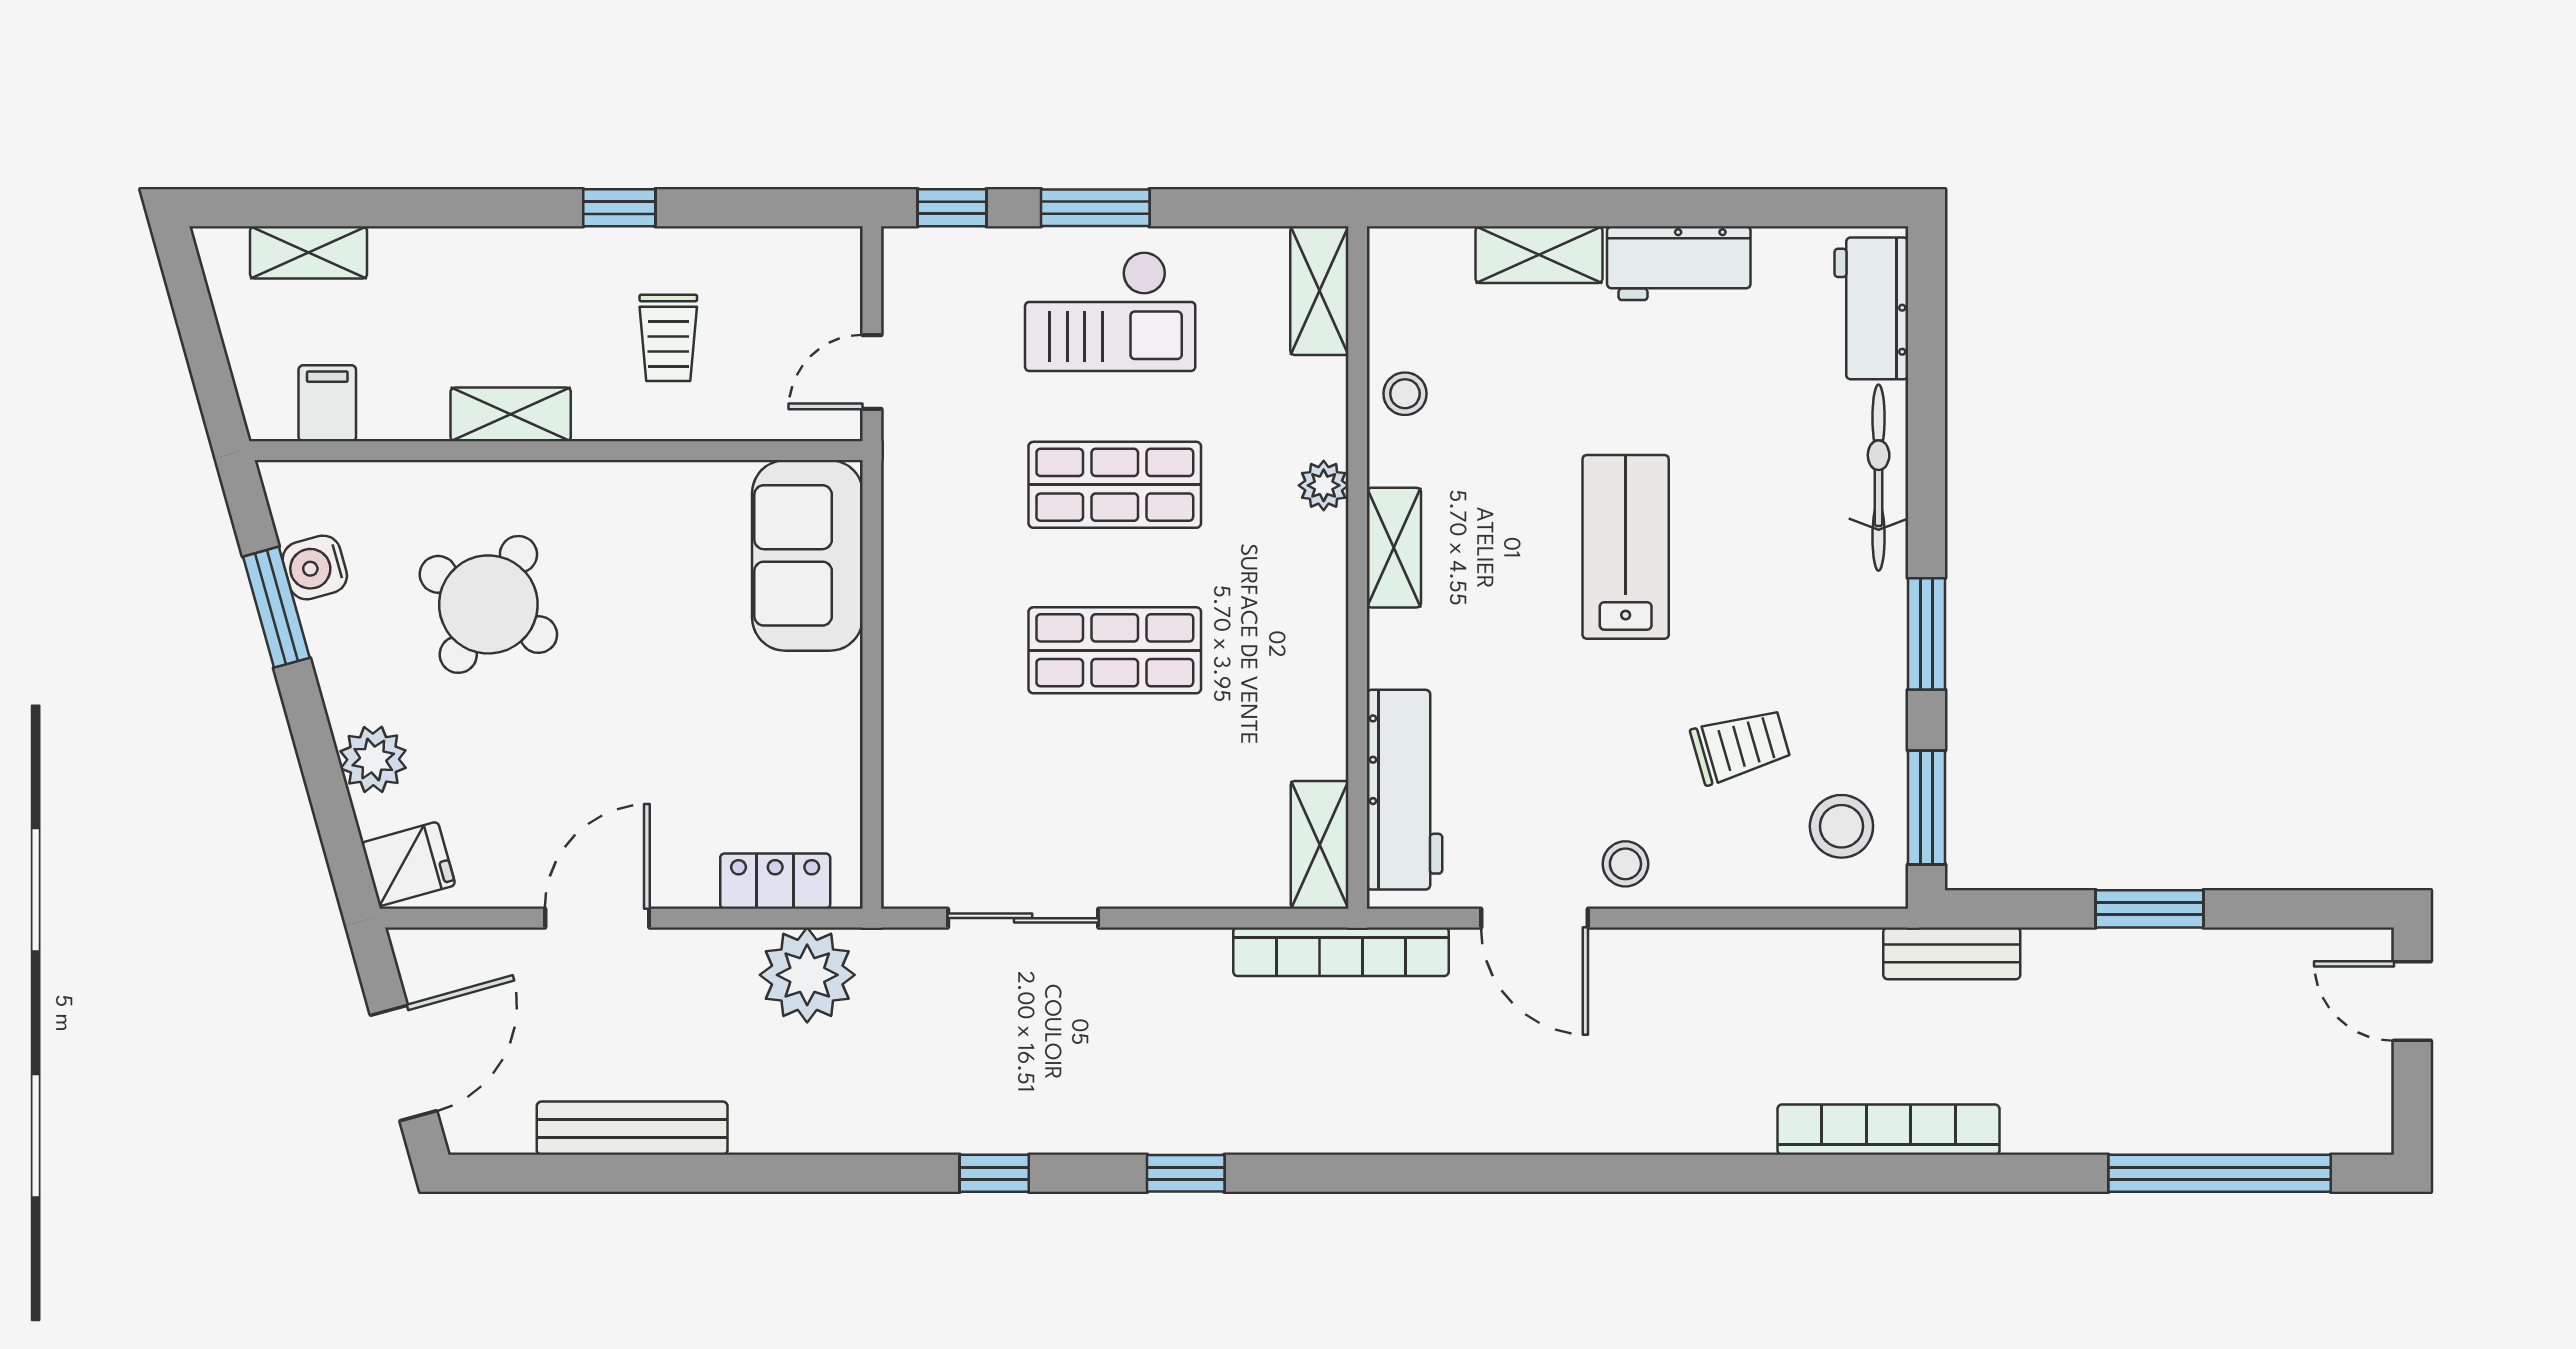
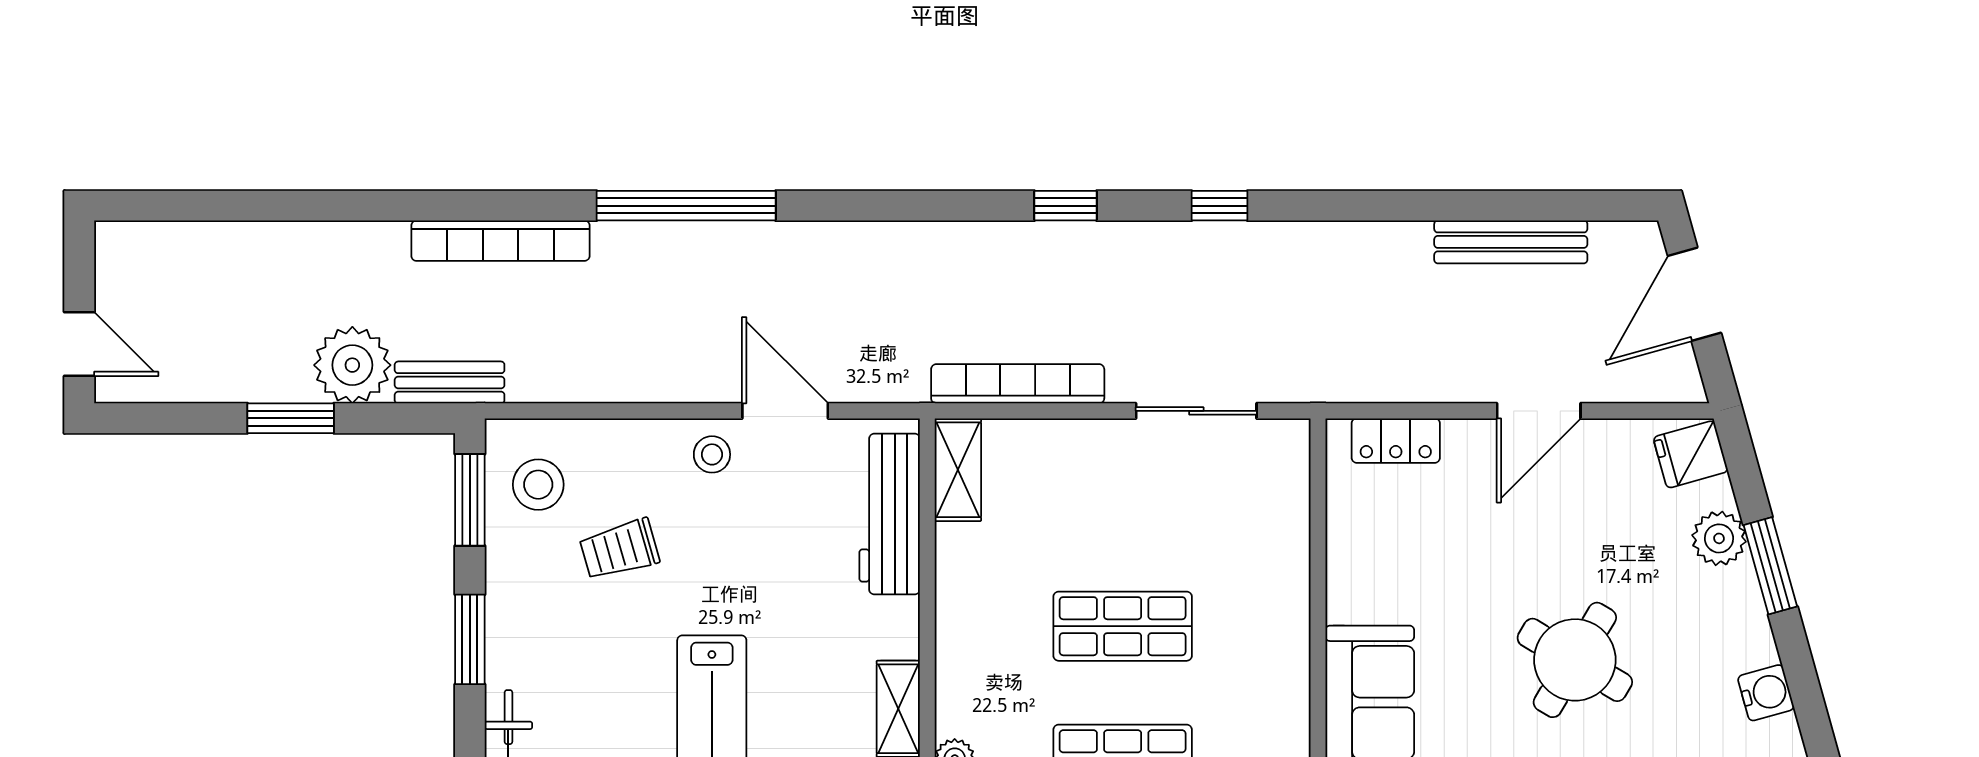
round table: (488, 604) -> (1575, 660), moved
window: (276, 607) -> (1770, 566), moved
bookcase: (1341, 952) -> (1018, 384), moved
plant: (807, 975) -> (352, 365), moved
window: (2220, 1173) -> (686, 206), moved

